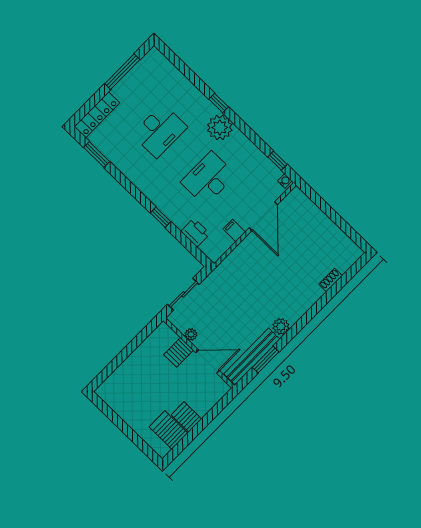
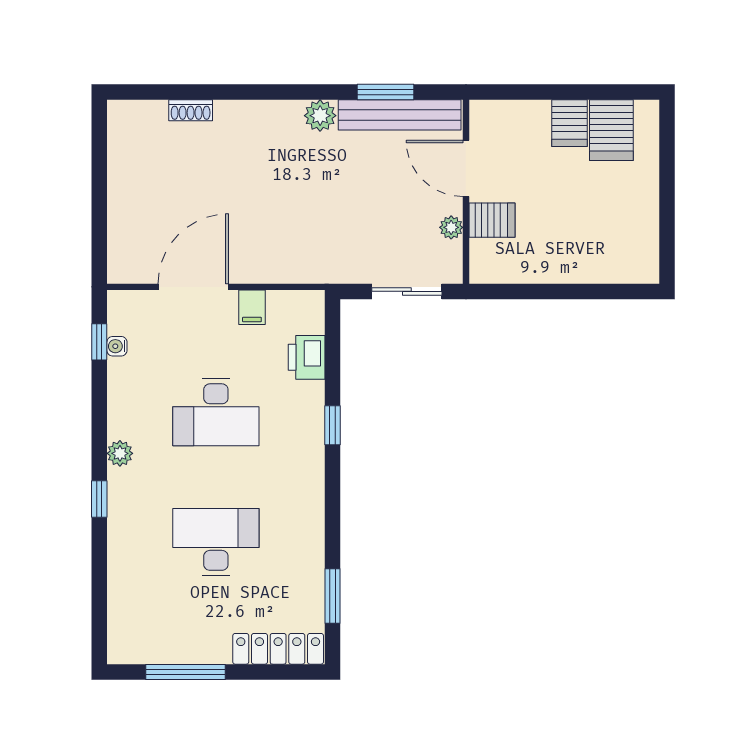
plant: (220, 127) -> (120, 453), width x0.53, depth x0.53
water cooler: (285, 181) -> (117, 346), moved

